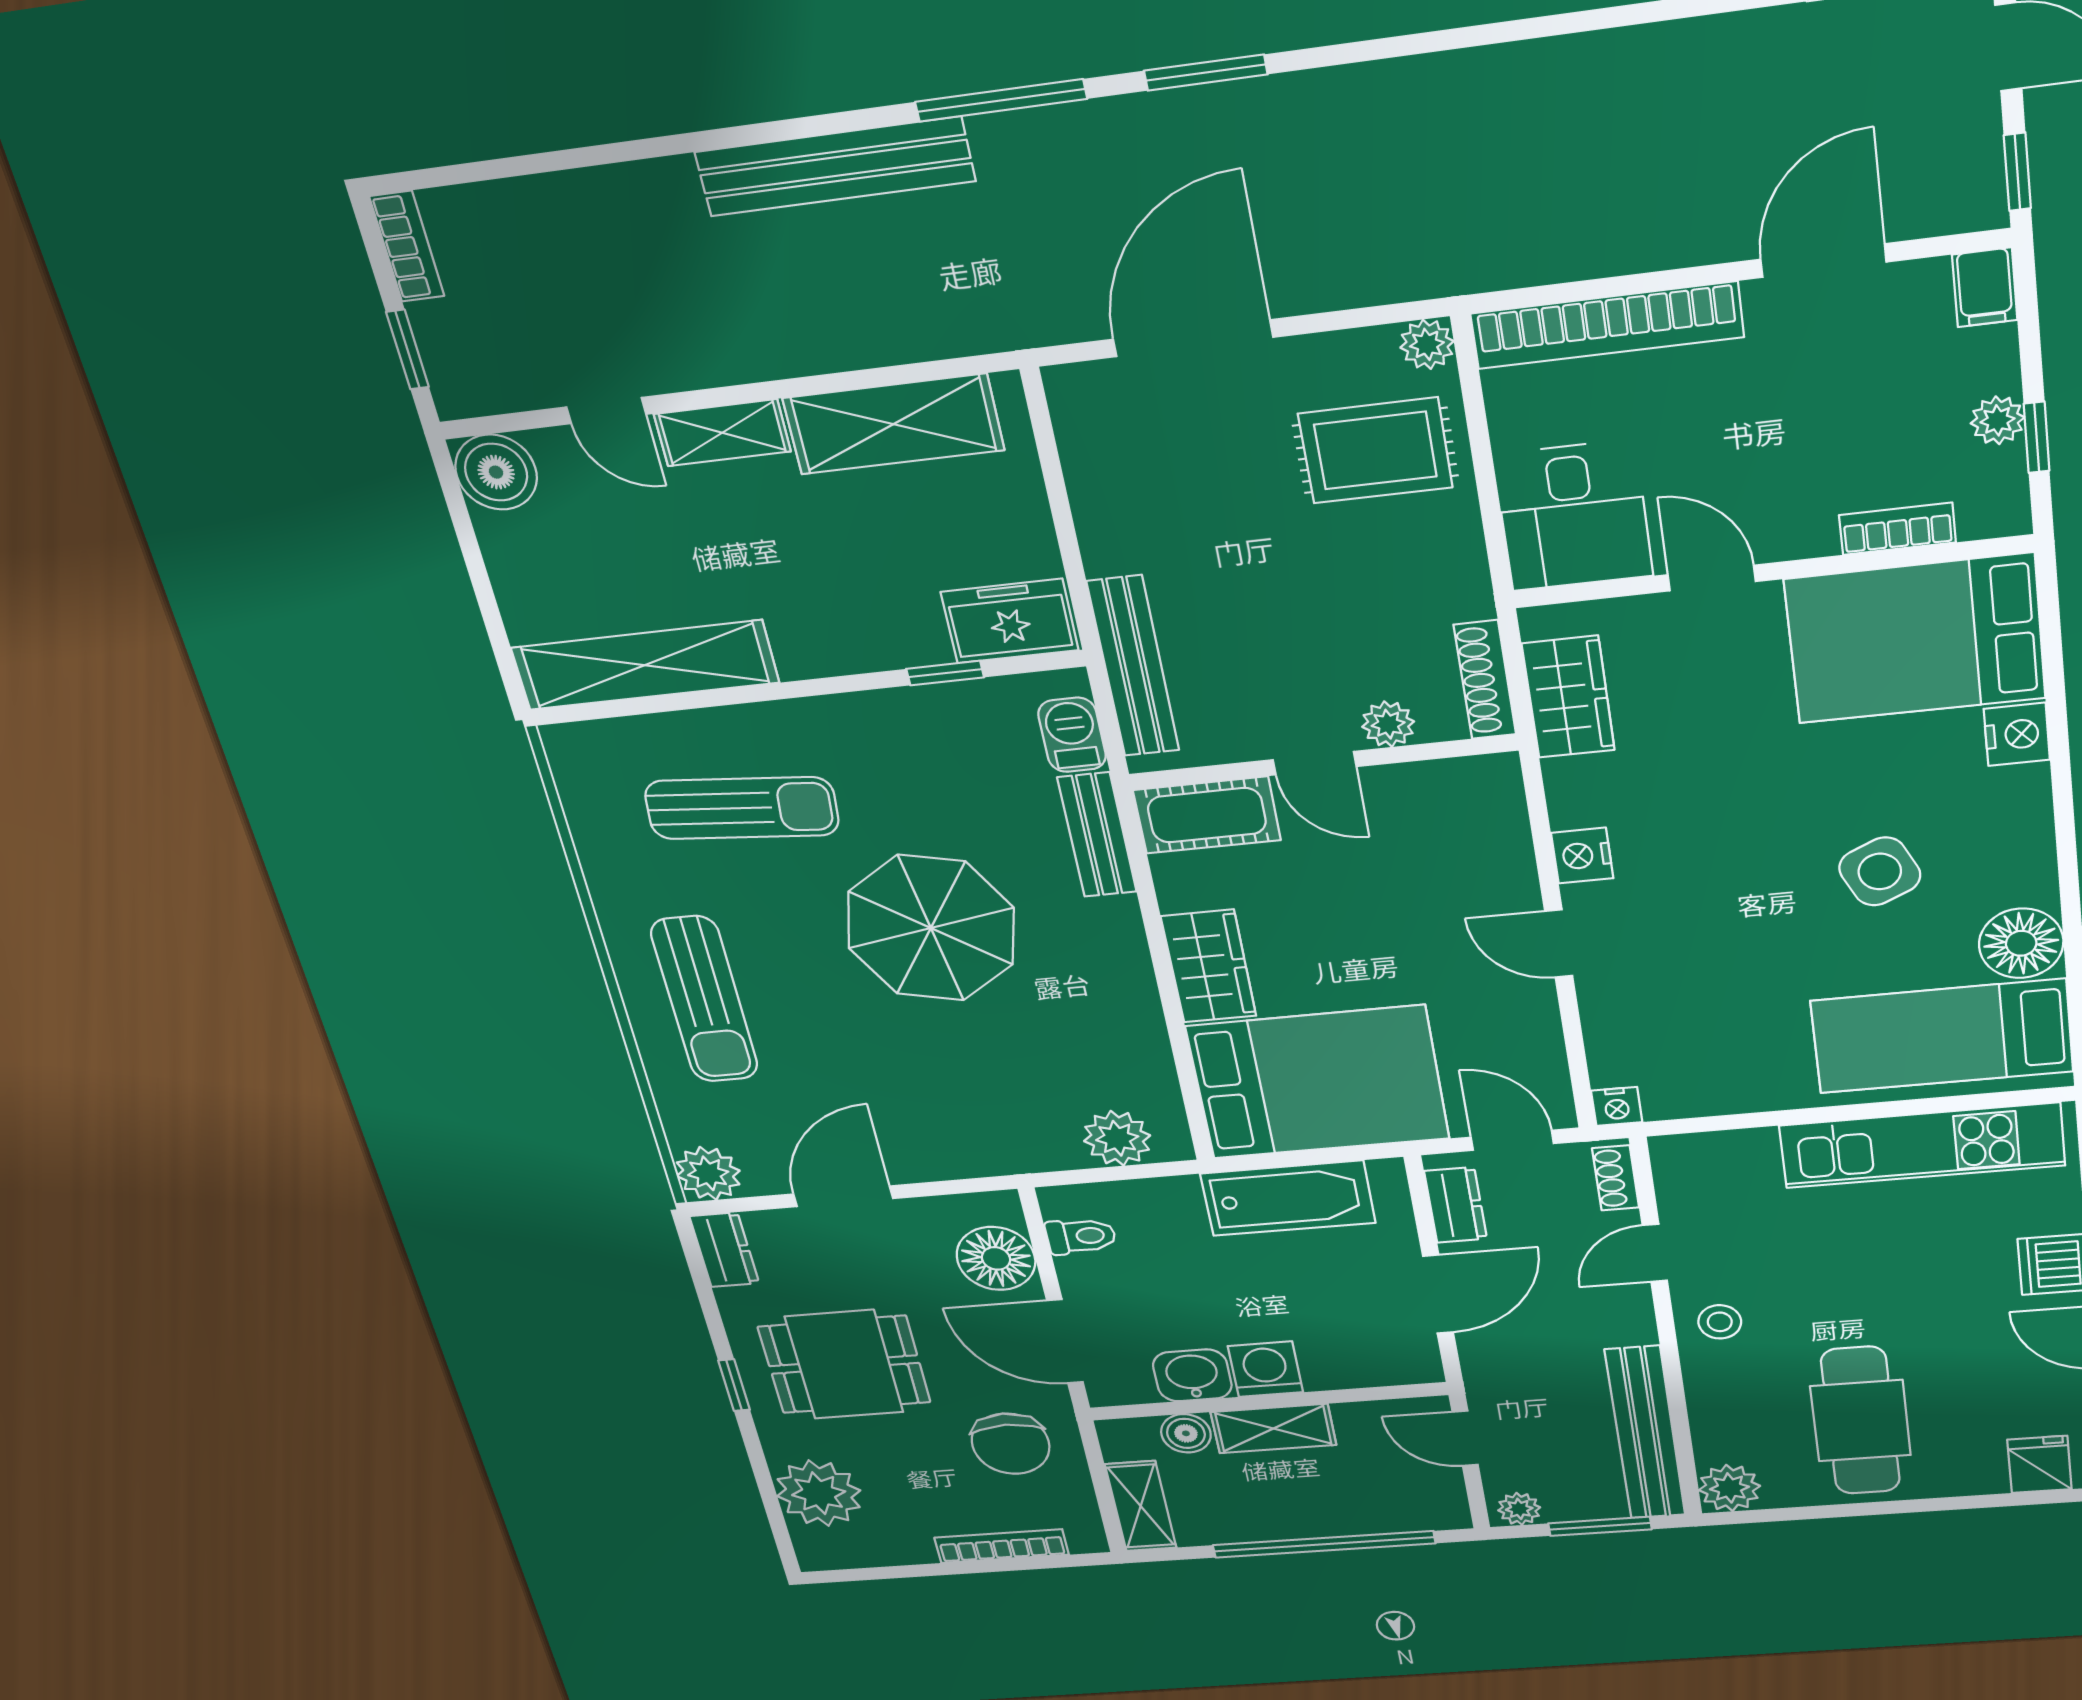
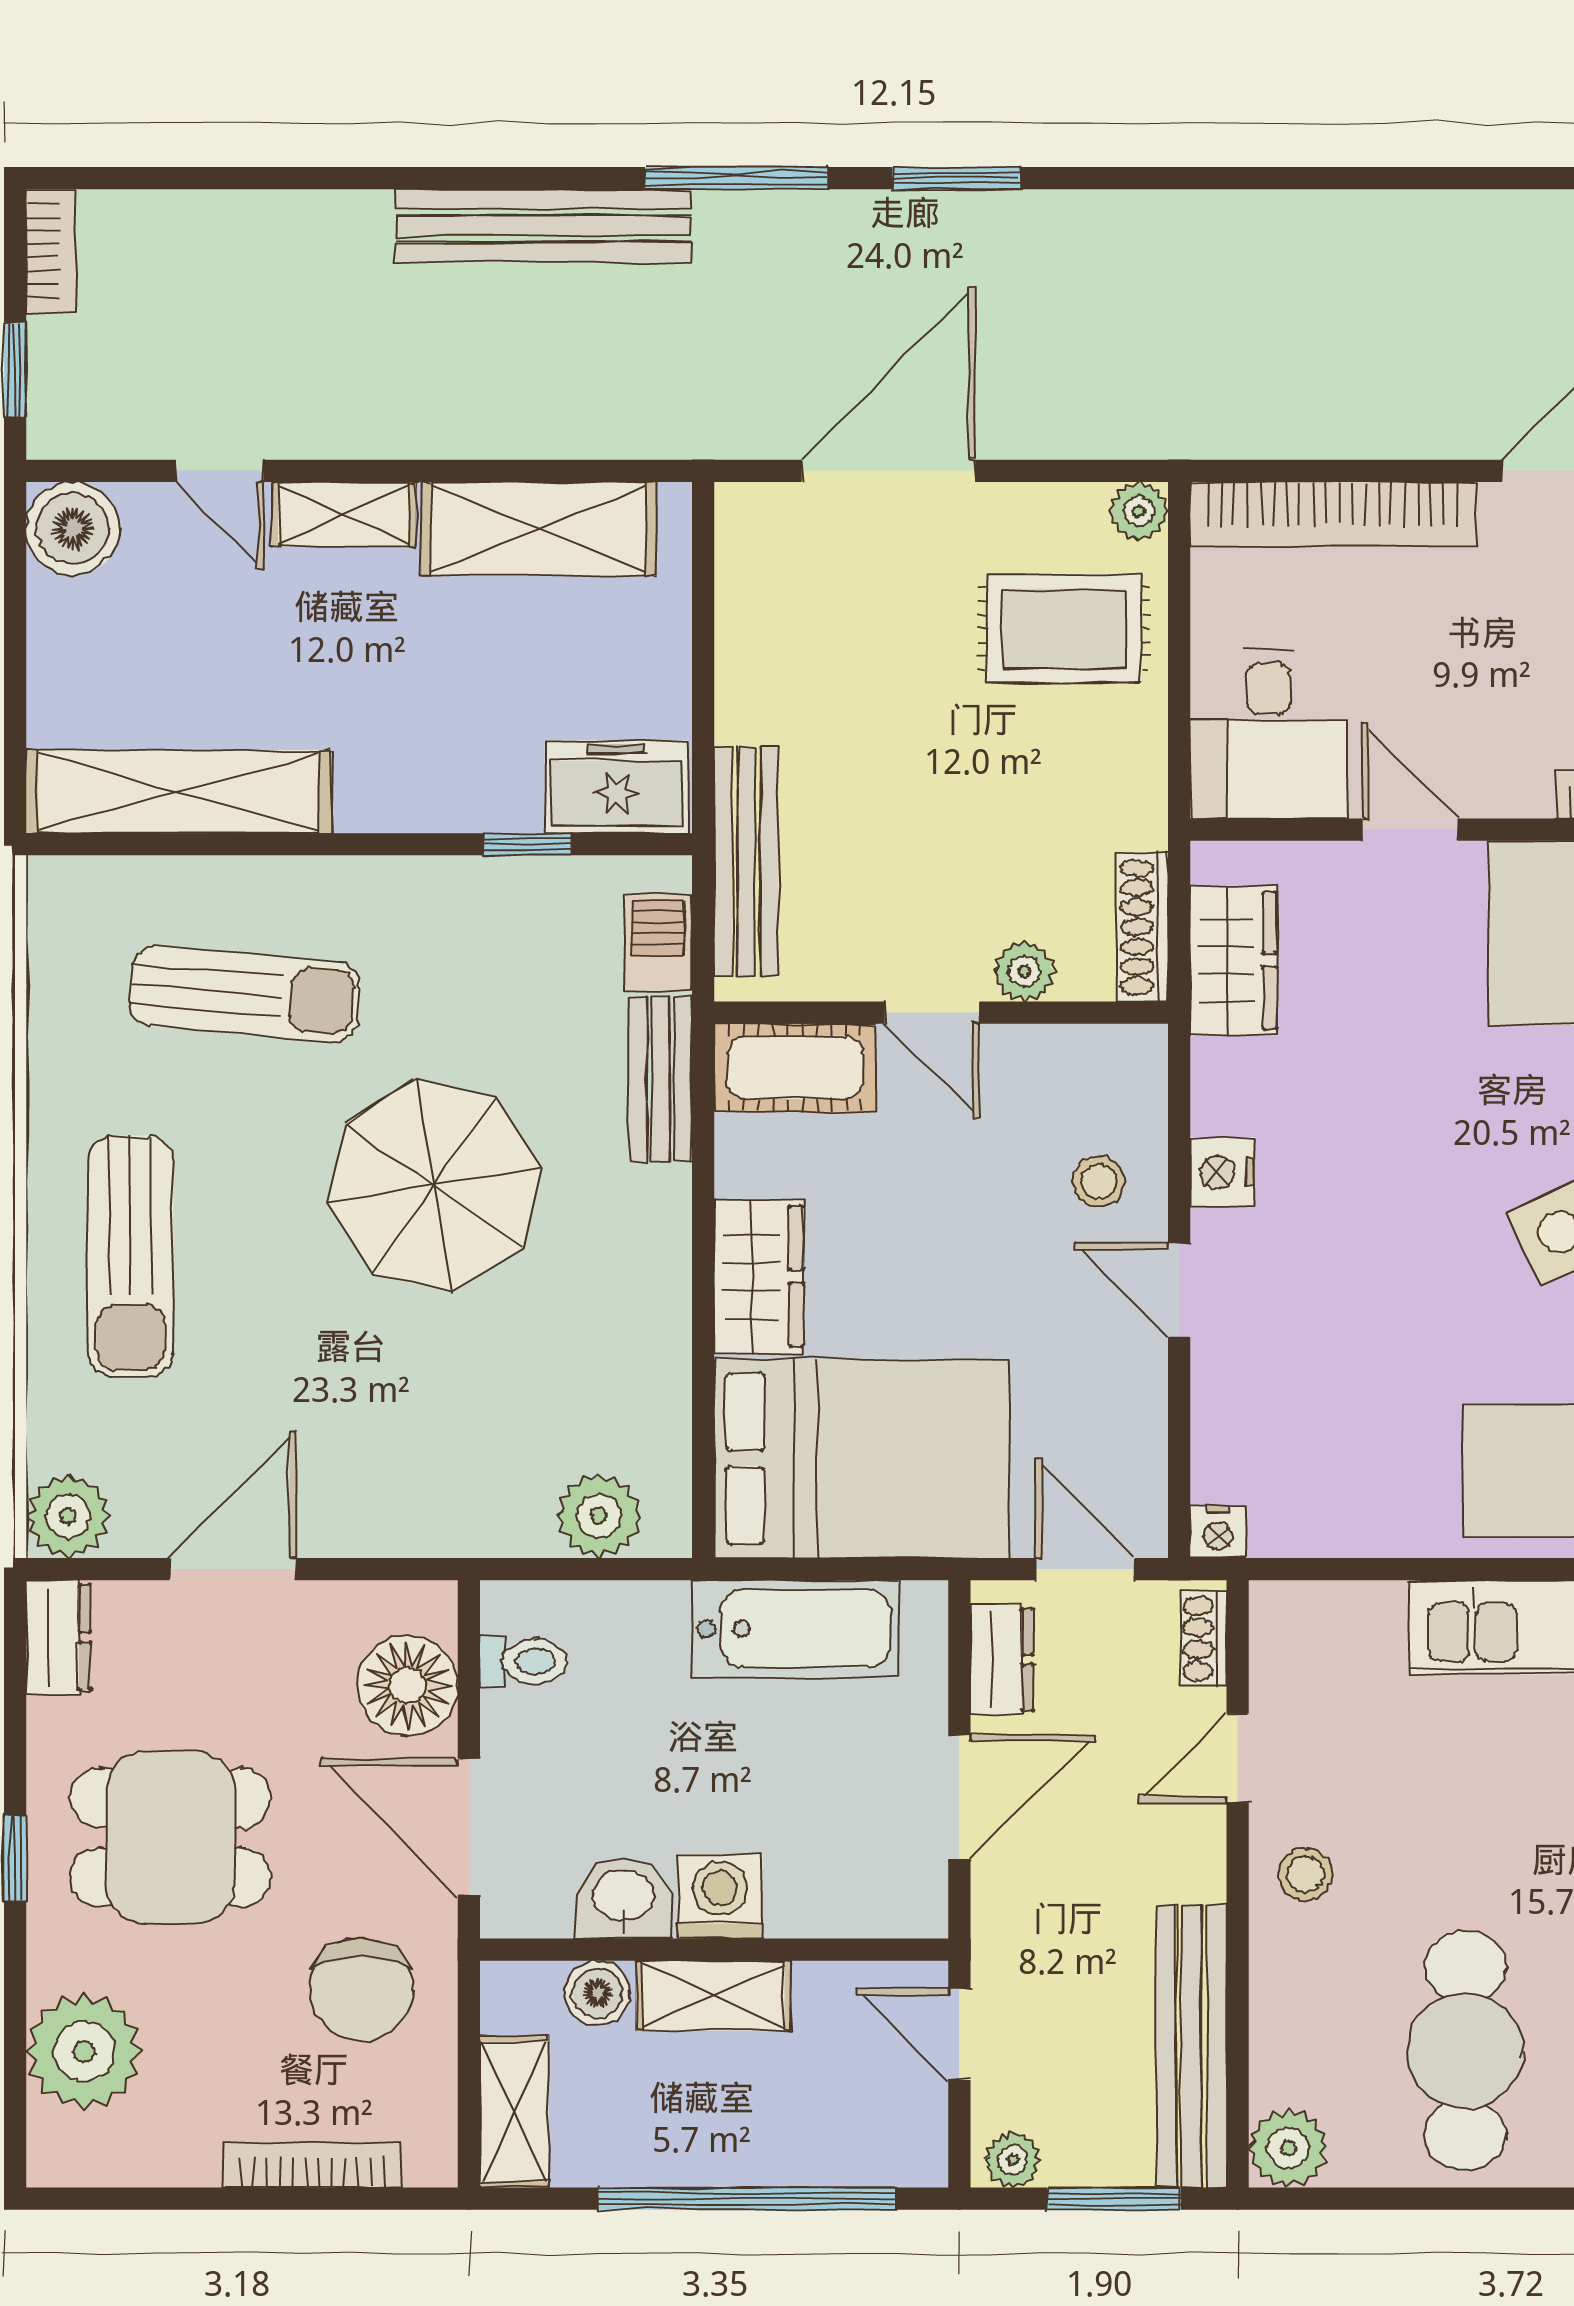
stool: (1478, 872) -> (1099, 1181), added

